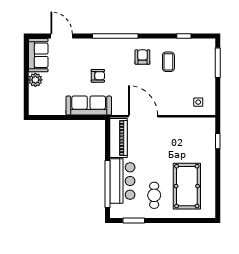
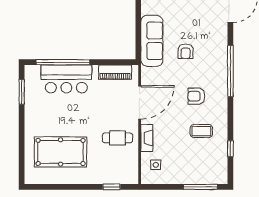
armchair: (142, 57) -> (196, 96), moved, turned 180
fireplace: (174, 110) -> (147, 138), added
piano: (119, 138) -> (115, 72), width x0.73, depth x0.75
cafe table: (154, 195) -> (118, 138), moved

